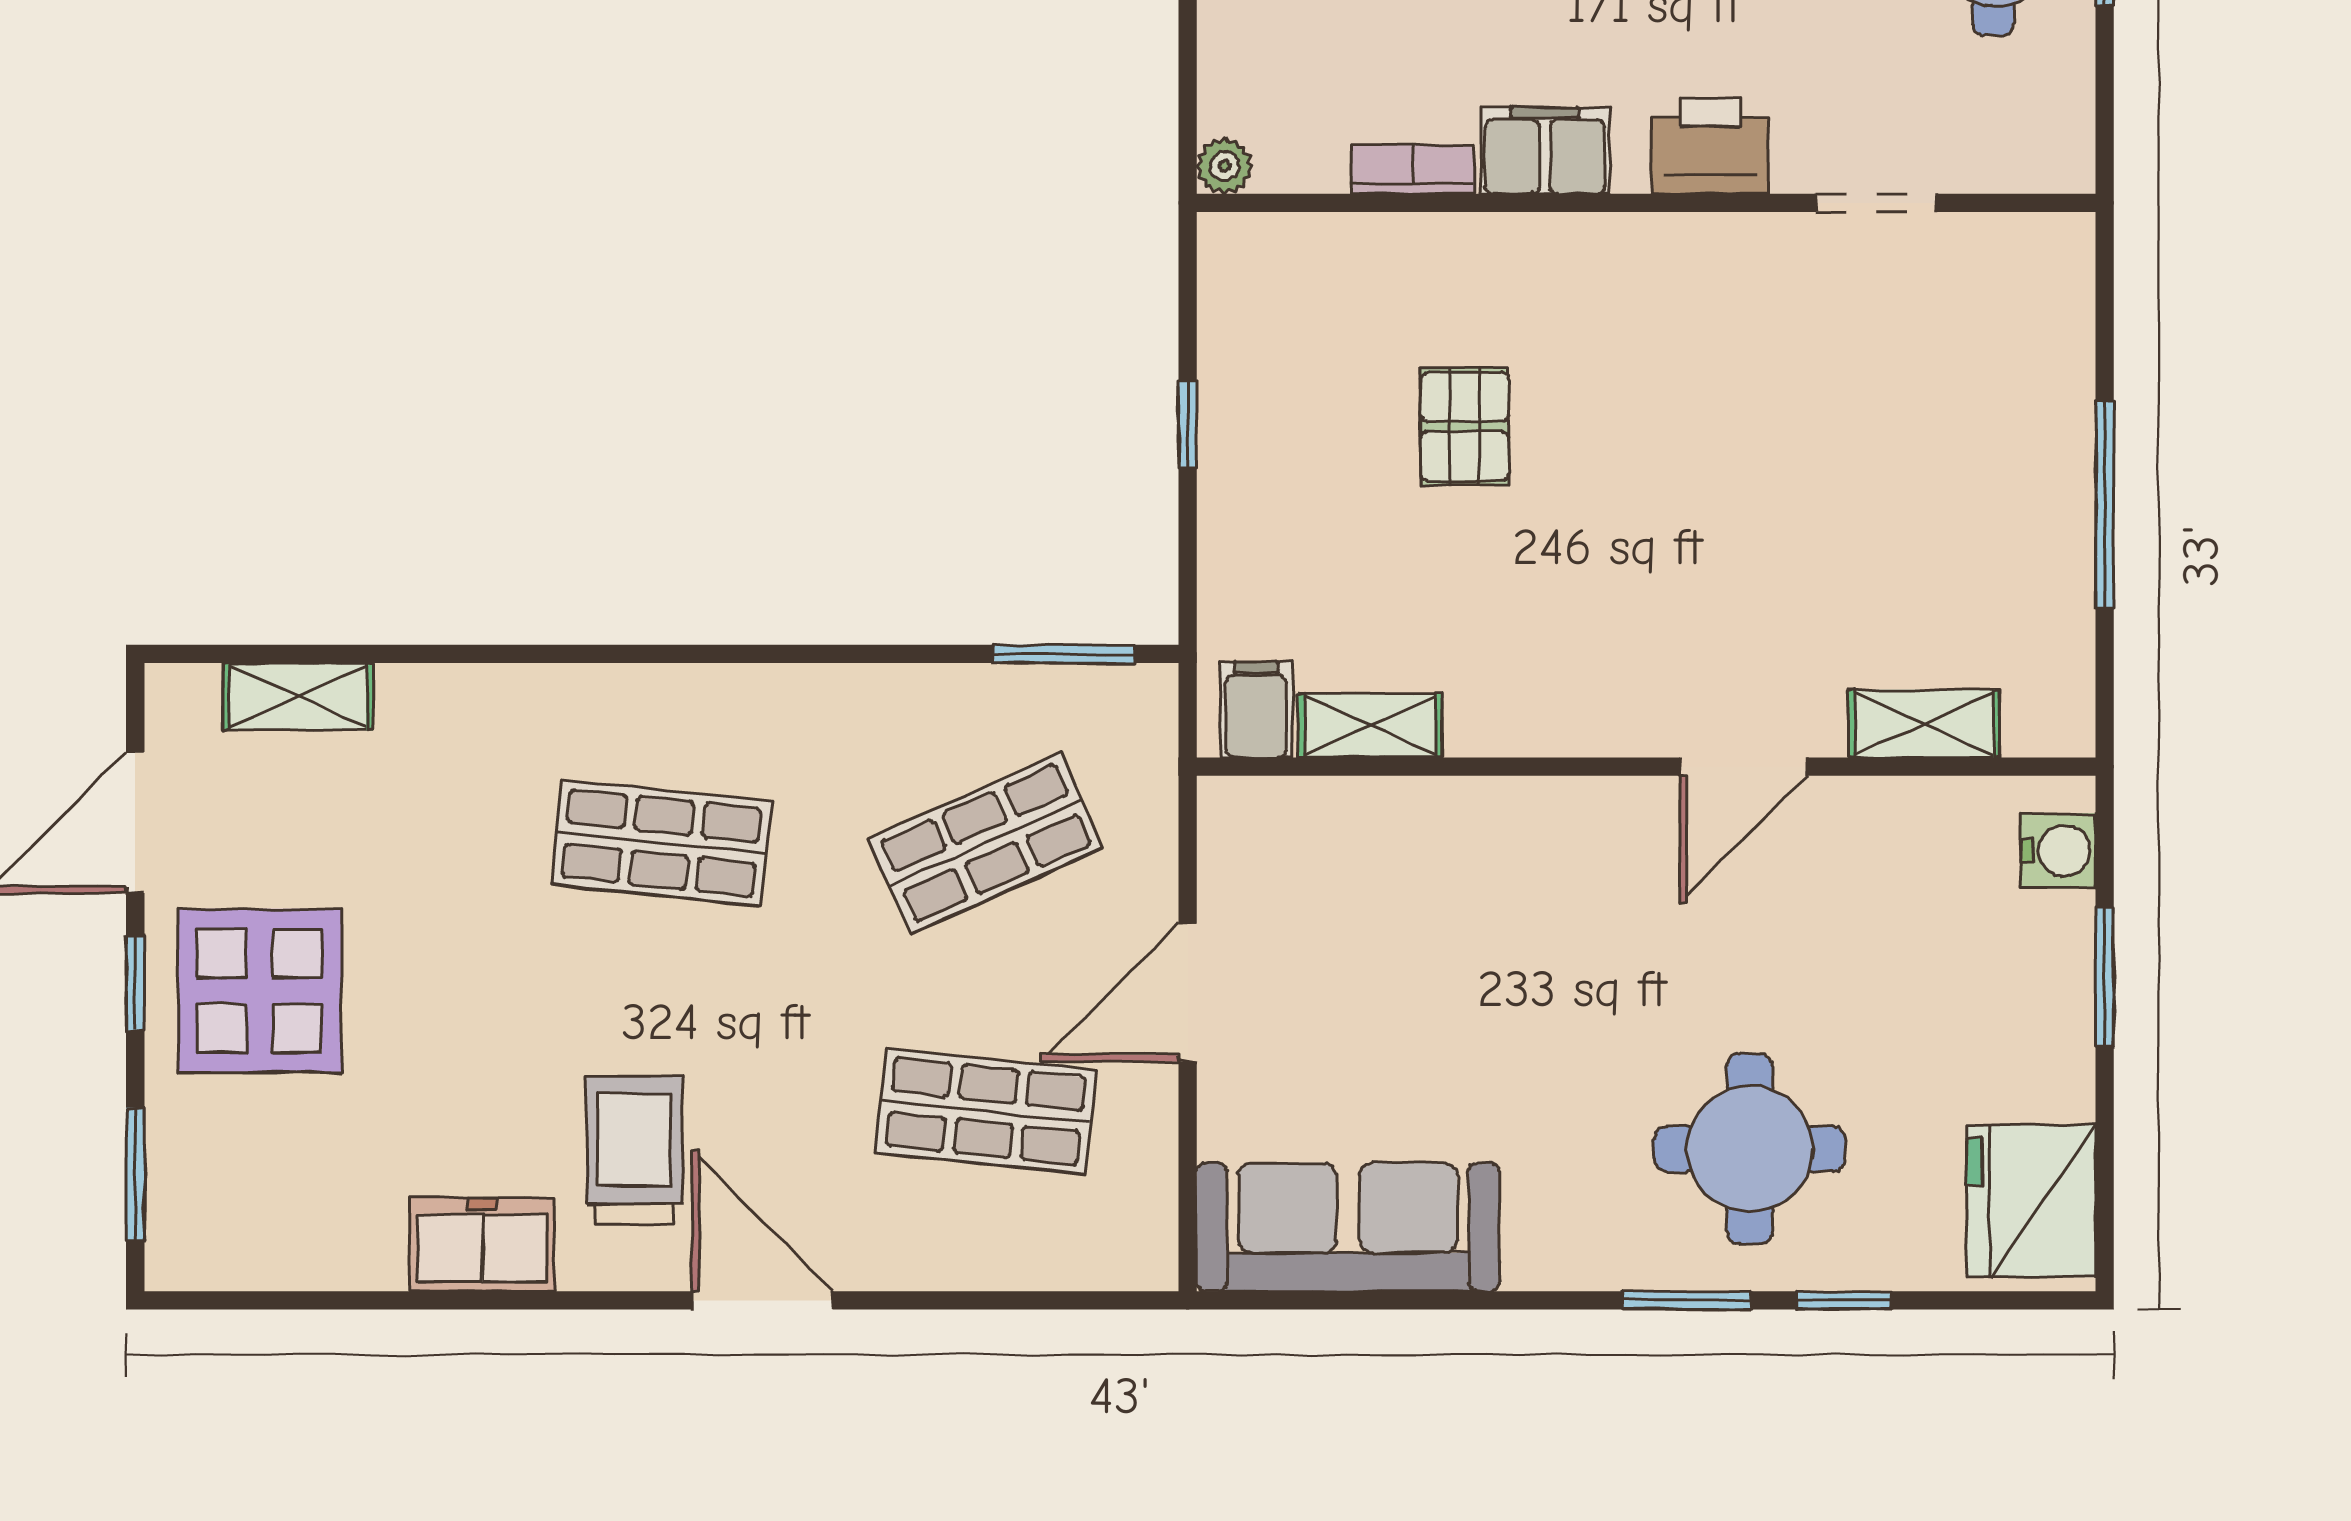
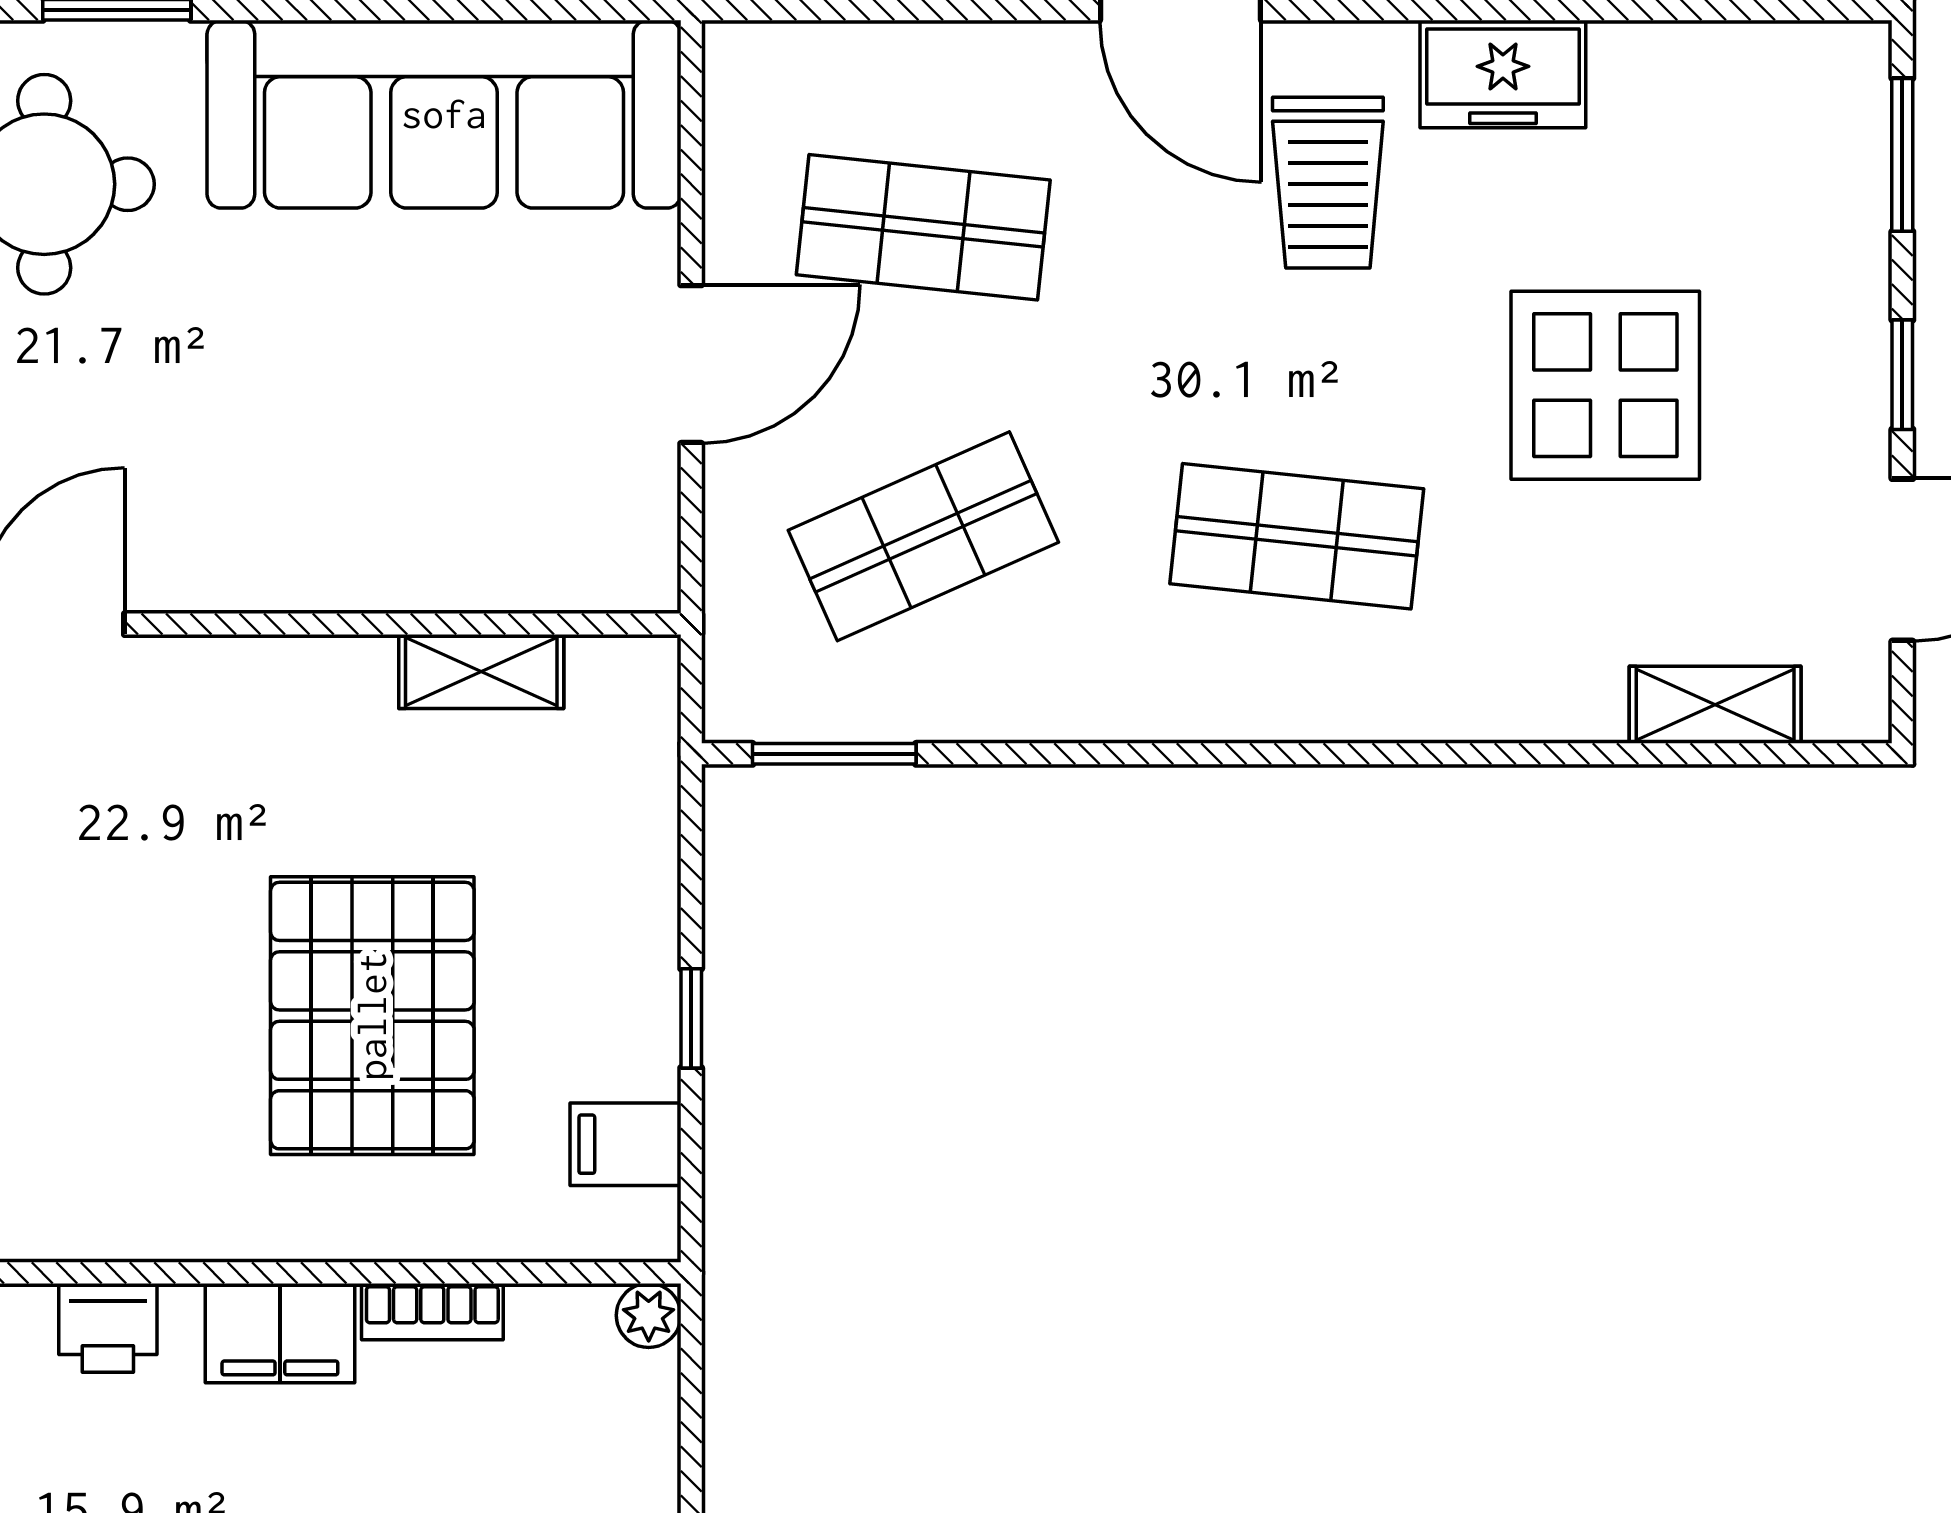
printer: (1710, 146) -> (108, 1328), width x0.73, depth x0.81
pallet: (1465, 426) -> (372, 1016), width x2.05, depth x2.00
filing cabinet: (1256, 710) -> (625, 1144), moved, turned 90
display table: (259, 991) -> (1605, 385), moved
sofa: (1348, 1227) -> (444, 114), width x1.36, depth x1.27

